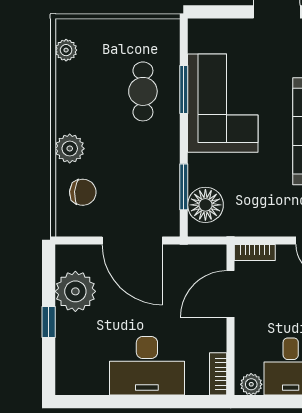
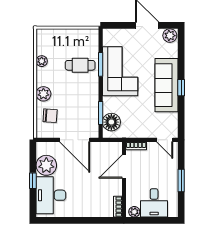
plant: (66, 50) -> (42, 61), moved
cafe table: (143, 91) -> (80, 65), turned 90
desk: (147, 366) -> (51, 195), moved, turned 90

